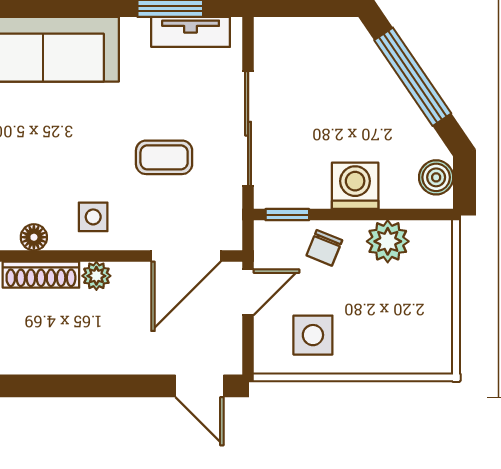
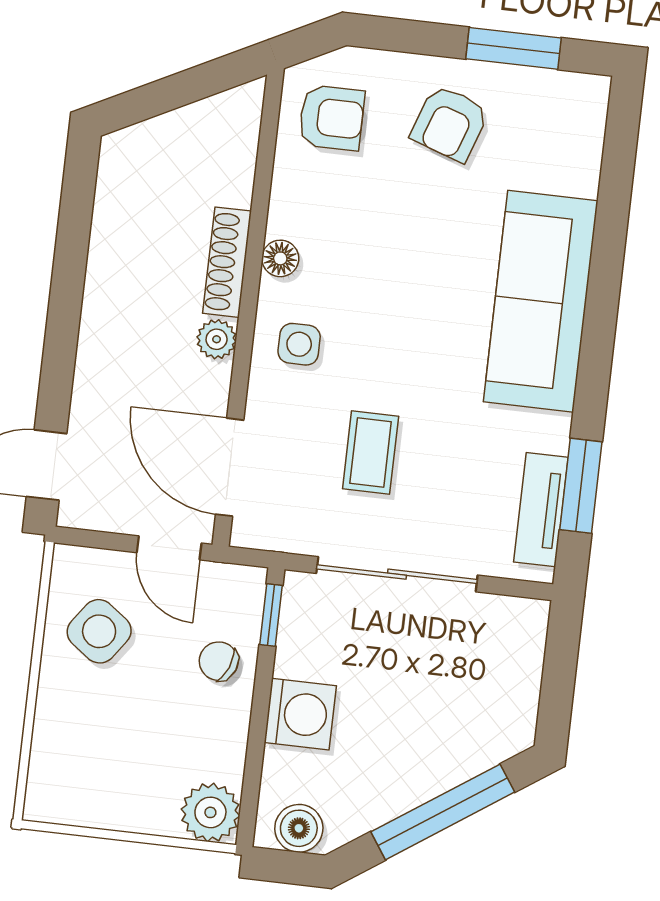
plant: (388, 241) -> (210, 812), moved
side table: (313, 335) -> (99, 631), turned 36

